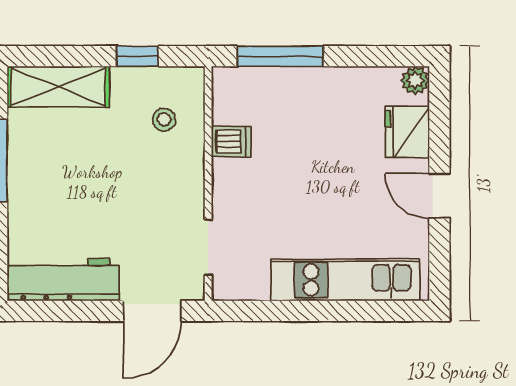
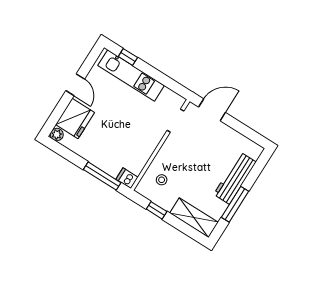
fridge: (407, 132) -> (75, 119), width x1.36, depth x1.34
dishwasher: (231, 141) -> (127, 178), moved
workbench: (63, 280) -> (235, 178), moved, turned 90
window: (373, 311) -> (128, 57), added

